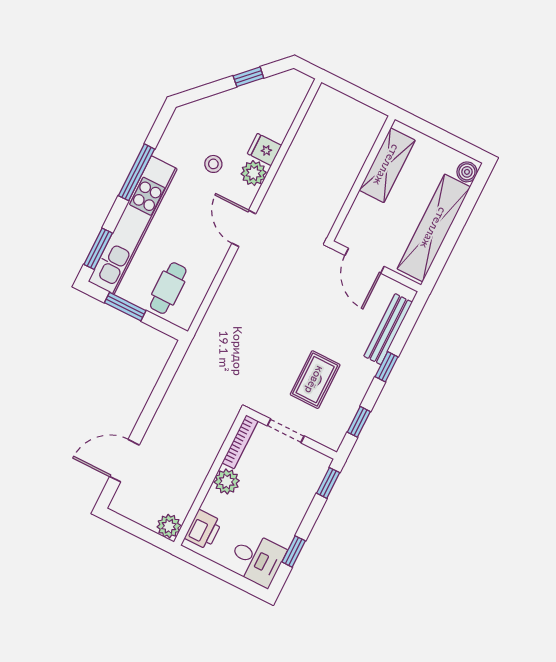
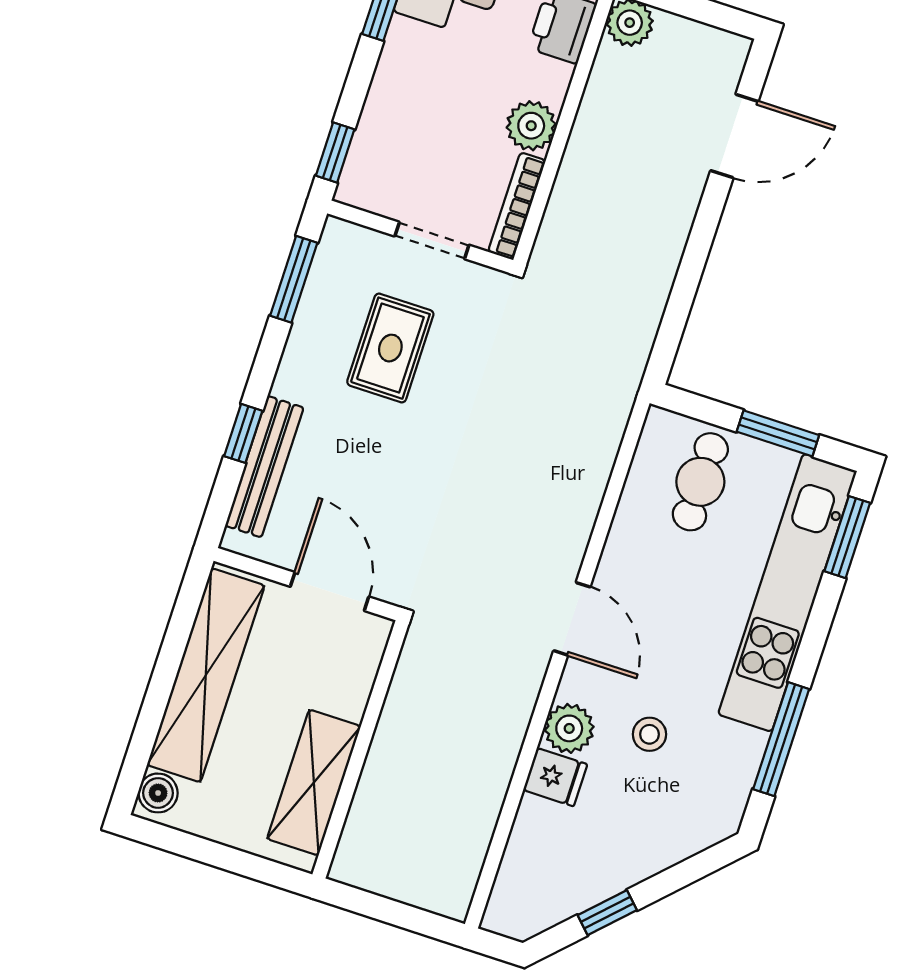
window: (137, 172) -> (781, 739), moved
window: (387, 367) -> (243, 433), moved
window: (359, 422) -> (294, 279), width x1.50

